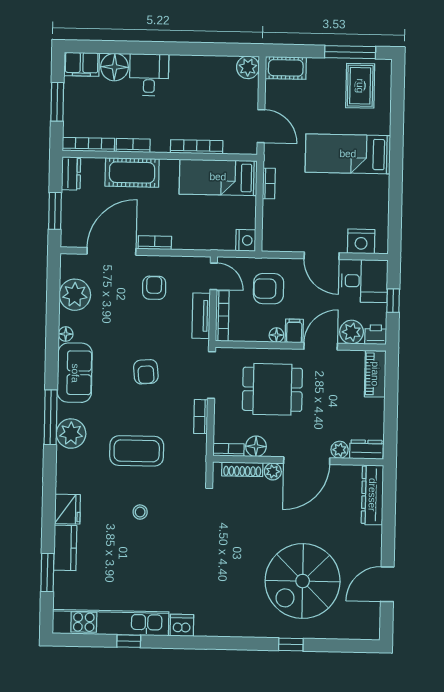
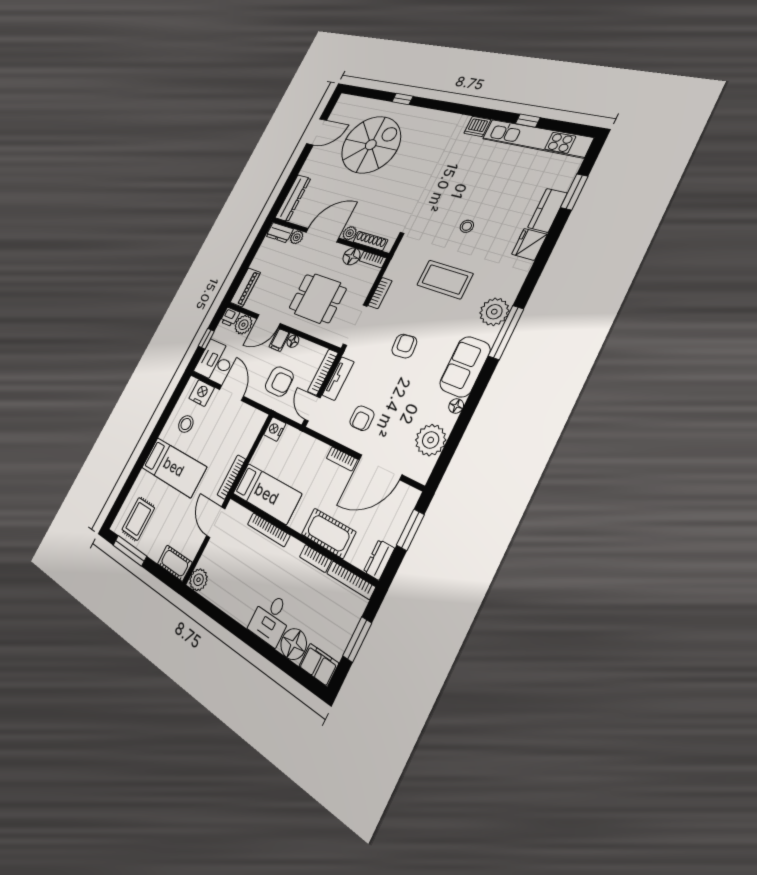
bookcase: (269, 183) -> (231, 477), width x1.56
stool: (361, 202) -> (186, 424), added

